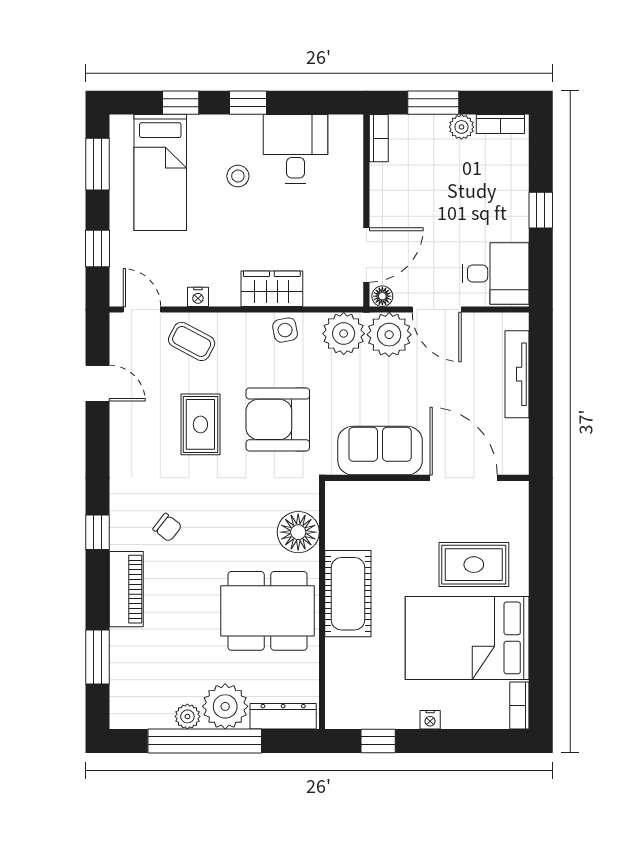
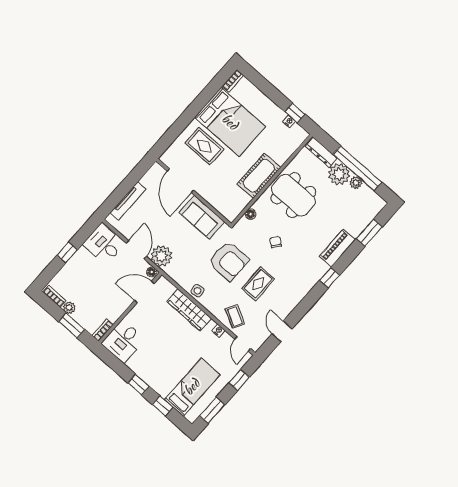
desk: (296, 149) -> (123, 341), moved
stool: (238, 176) -> (165, 361), removed
wardrobe: (272, 289) -> (189, 310), width x1.50
plant: (344, 334) -> (178, 271), removed
chair: (167, 527) -> (276, 242), moved
floor lamp: (298, 532) -> (251, 214), width x0.53, depth x0.53
nightstand: (430, 720) -> (289, 121), moved

